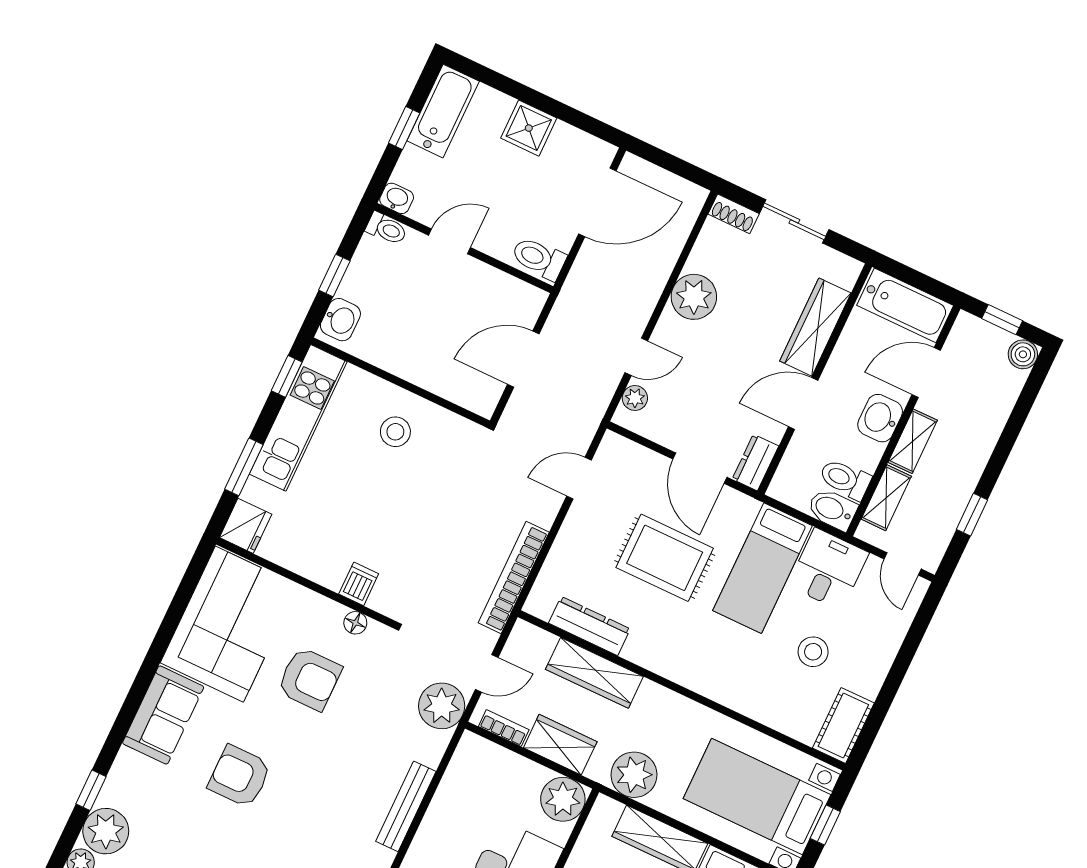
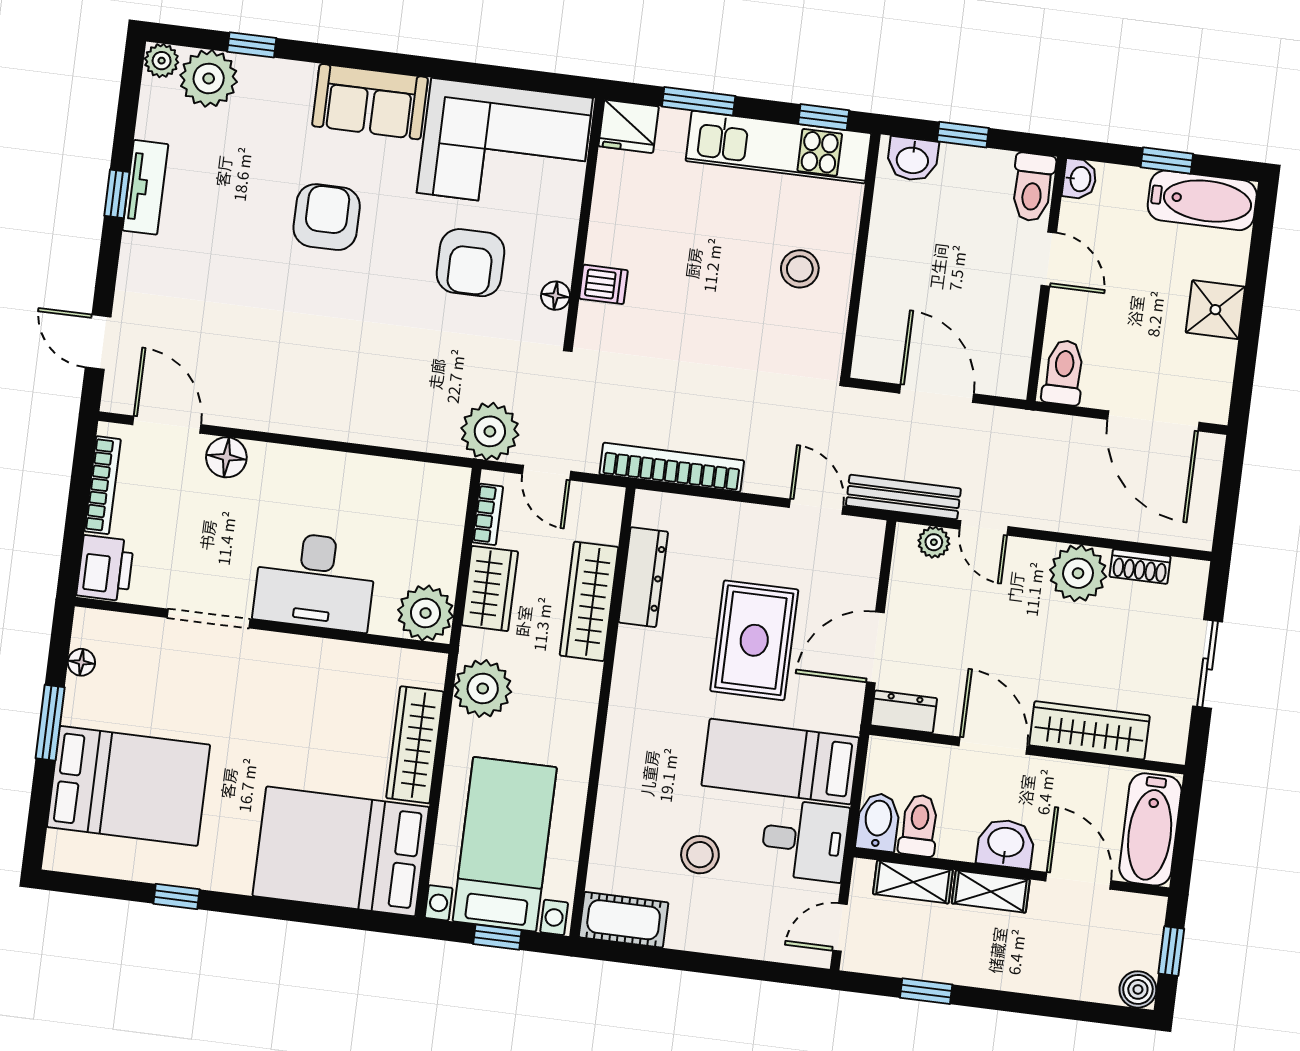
shoe rack: (734, 214) -> (1140, 567), moved, turned -90
toilet: (386, 229) -> (1033, 187), width x1.37, depth x1.39
bench: (406, 806) -> (903, 497), moved

